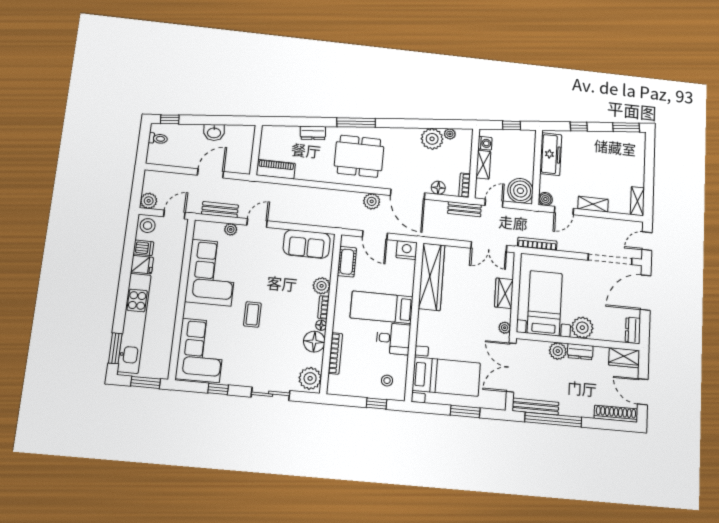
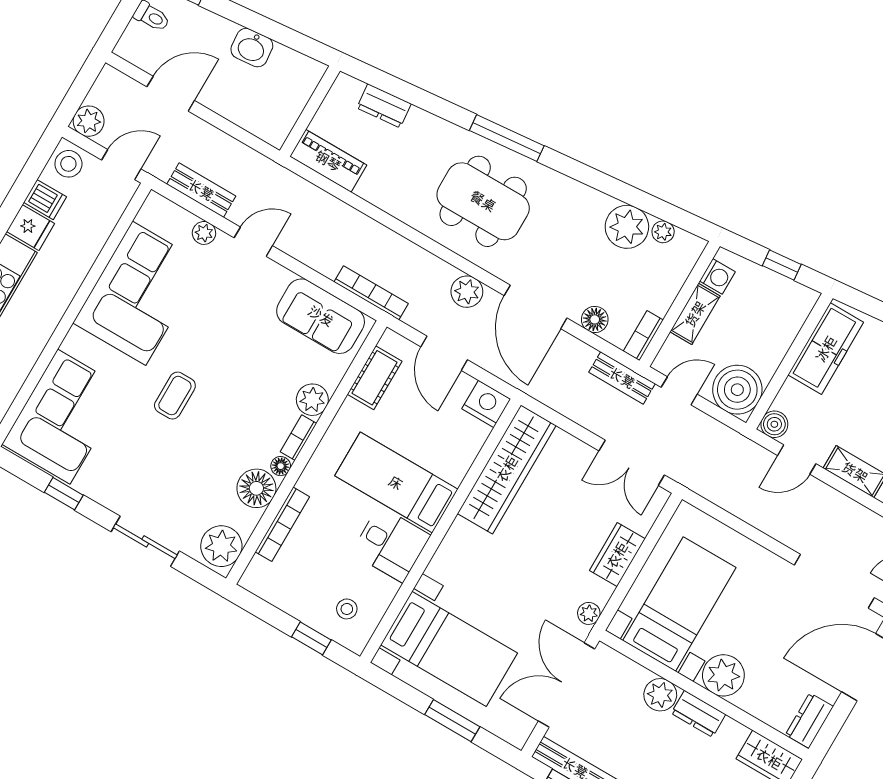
dresser: (313, 133) -> (384, 106), moved
door: (211, 173) -> (171, 94), moved
bookcase: (537, 244) -> (371, 293), moved

